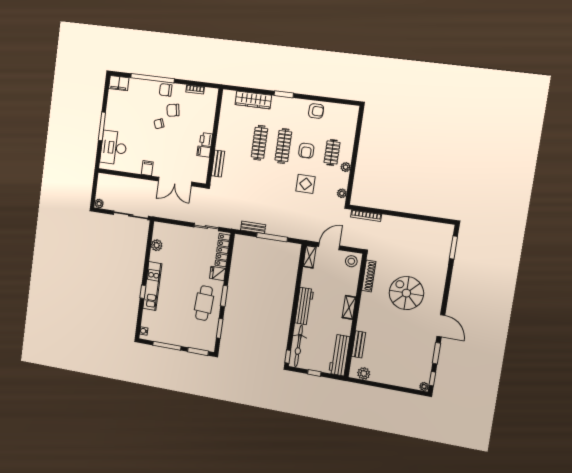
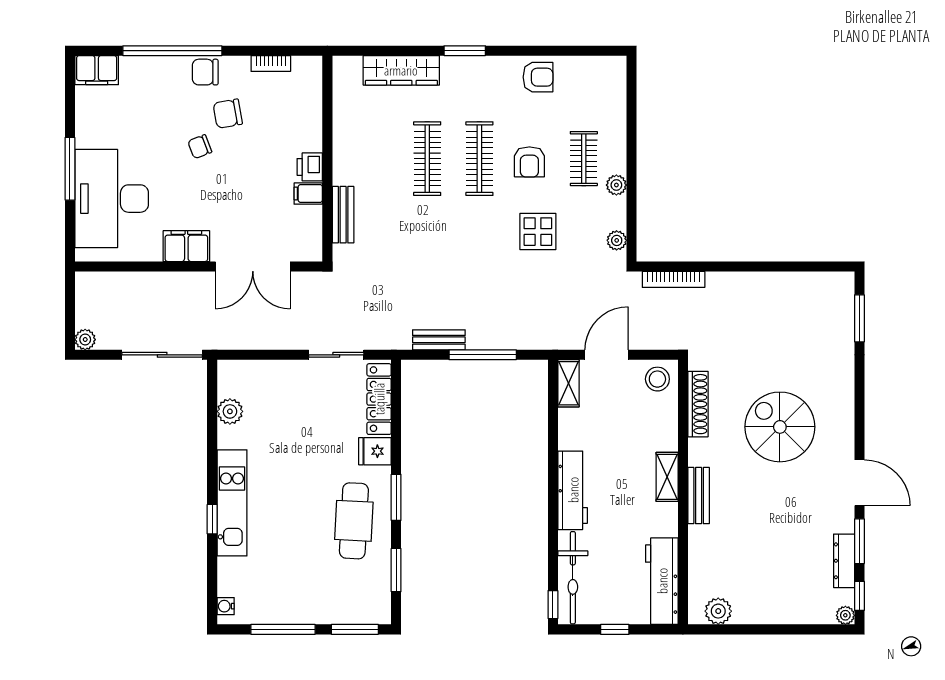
desk: (114, 148) -> (112, 199), width x1.36, depth x1.30
filing cabinet: (147, 168) -> (186, 246), width x2.00
bench: (359, 344) -> (699, 496), moved
dresser: (427, 361) -> (844, 561), added

